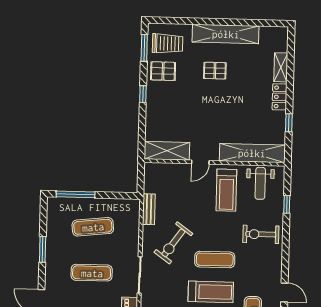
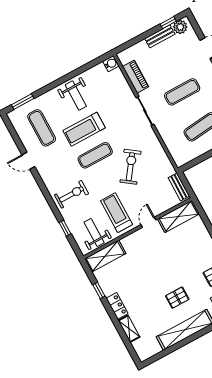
shelving: (252, 153) -> (105, 256), width x0.68
bench: (149, 209) -> (179, 187), moved
exercise bike: (173, 243) -> (130, 167), moved

